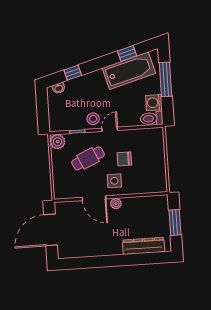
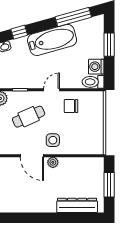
window: (127, 53) -> (73, 17), width x2.17
bathtub: (129, 71) -> (52, 40), moved
window: (165, 79) -> (109, 45), width x0.69
stool: (93, 119) -> (36, 78), removed
chair: (124, 159) -> (71, 106), moved

